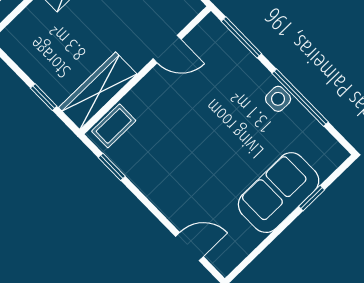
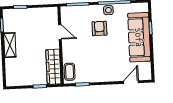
door: (167, 49) -> (60, 32), hinge flipped
armchair: (233, 111) -> (99, 28), added
sofa: (279, 193) -> (139, 37), width x1.36

